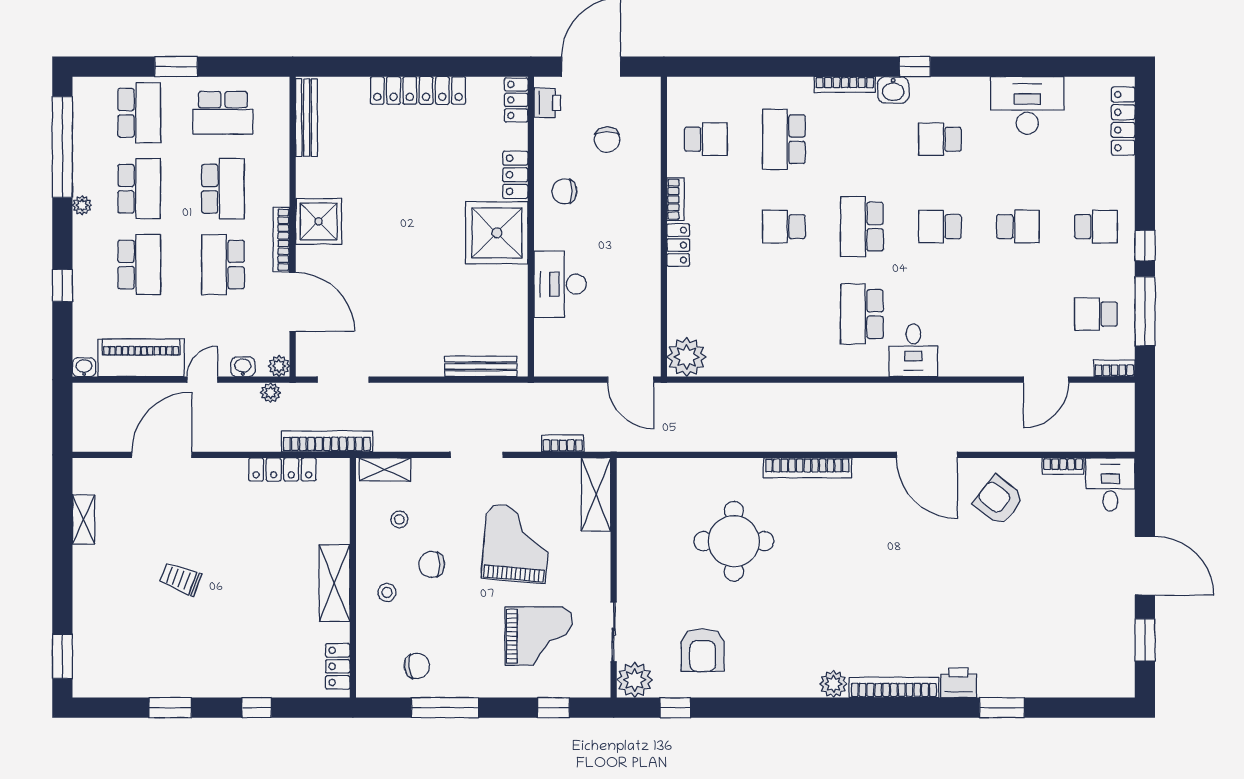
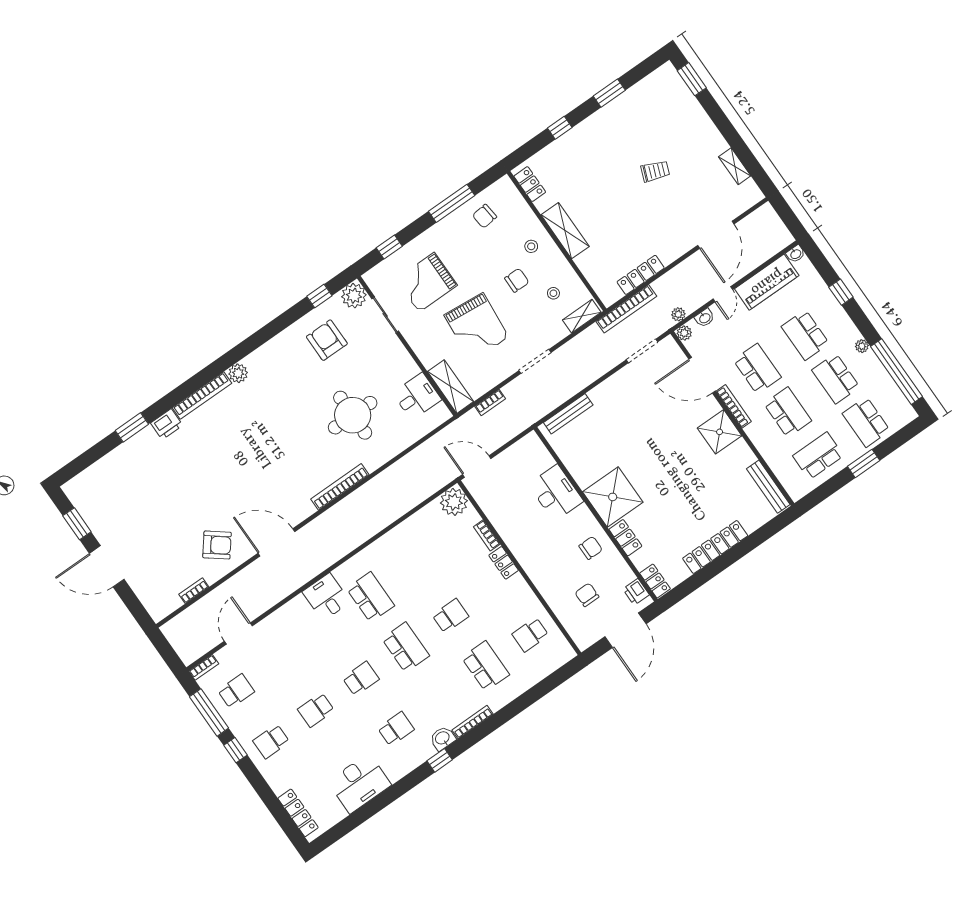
school desk: (223, 189) -> (788, 412), turned 180
bookcase: (675, 199) -> (487, 535), moved
desk: (1110, 484) -> (417, 396), moved, turned -90

